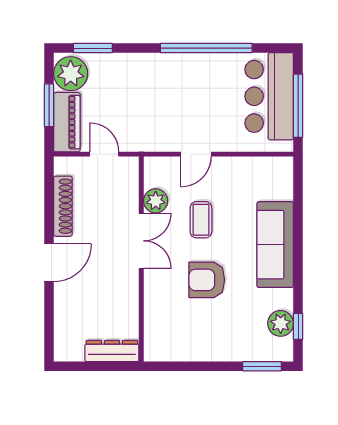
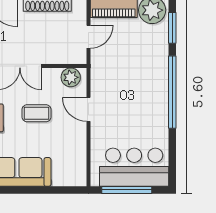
window: (206, 48) -> (172, 92), moved
plant: (156, 201) -> (71, 77), moved

